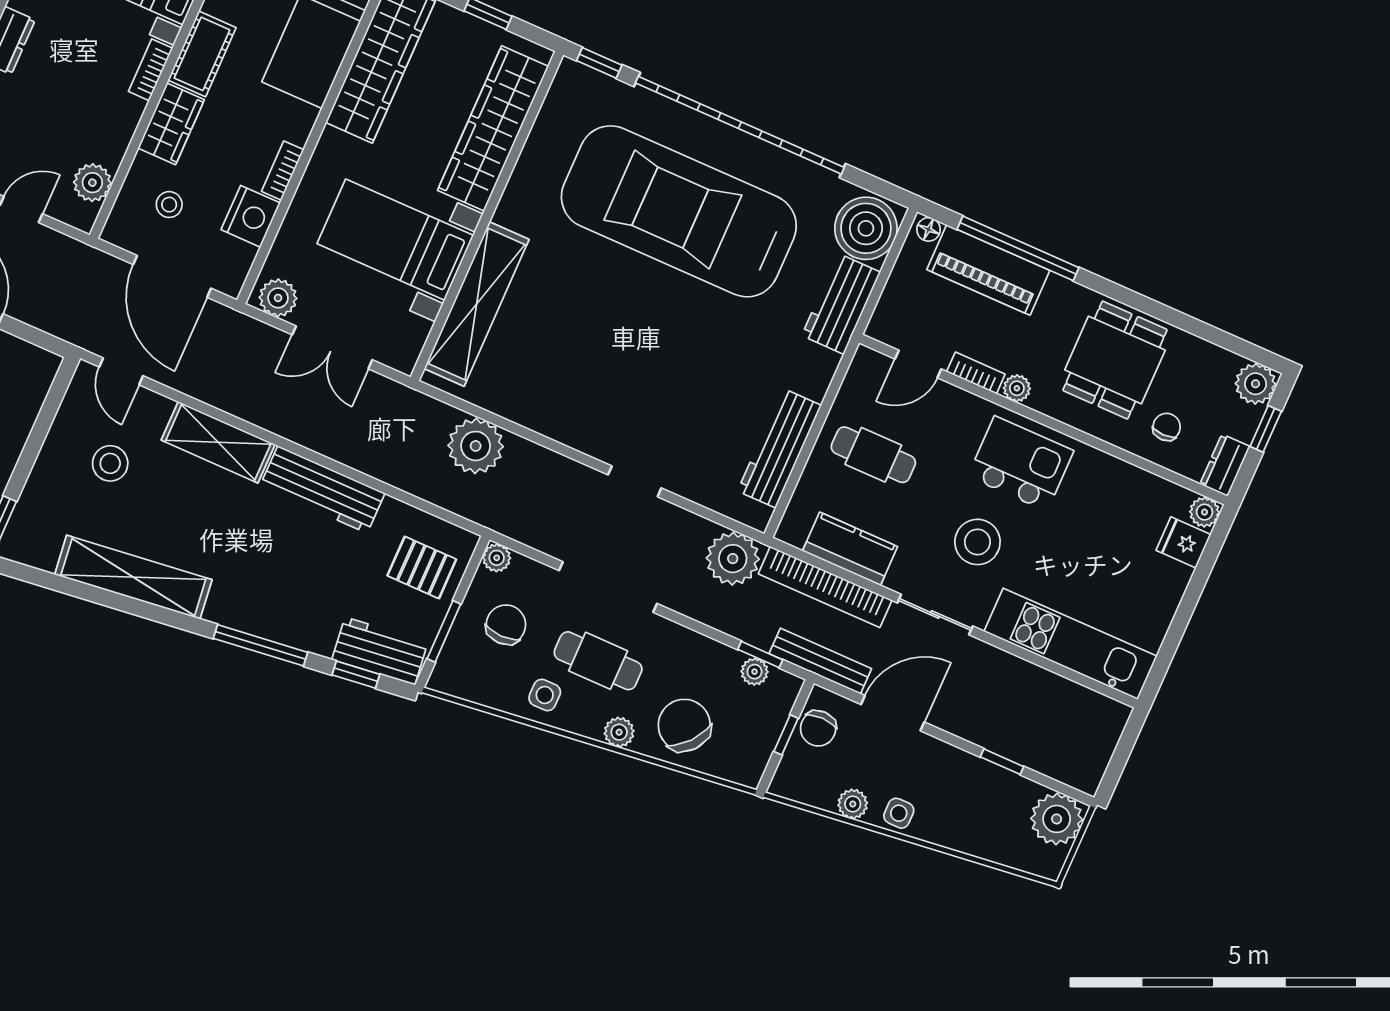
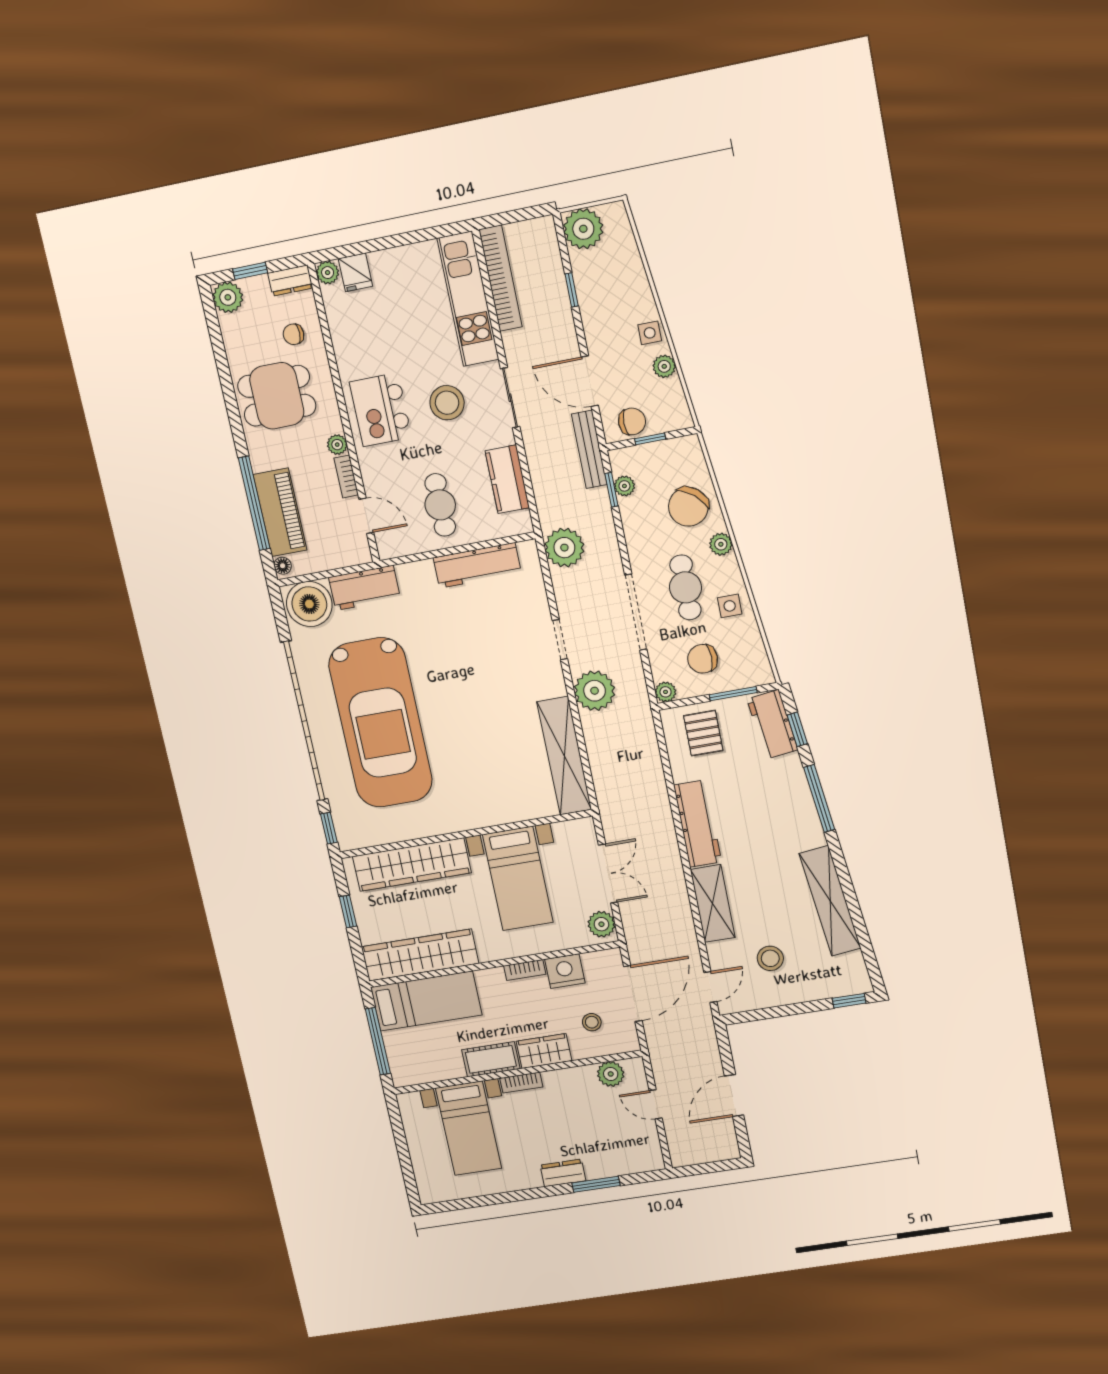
shelving: (477, 304) -> (564, 756), moved, turned 90
plant: (476, 446) -> (595, 691), moved
bookcase: (825, 587) -> (501, 278), moved

